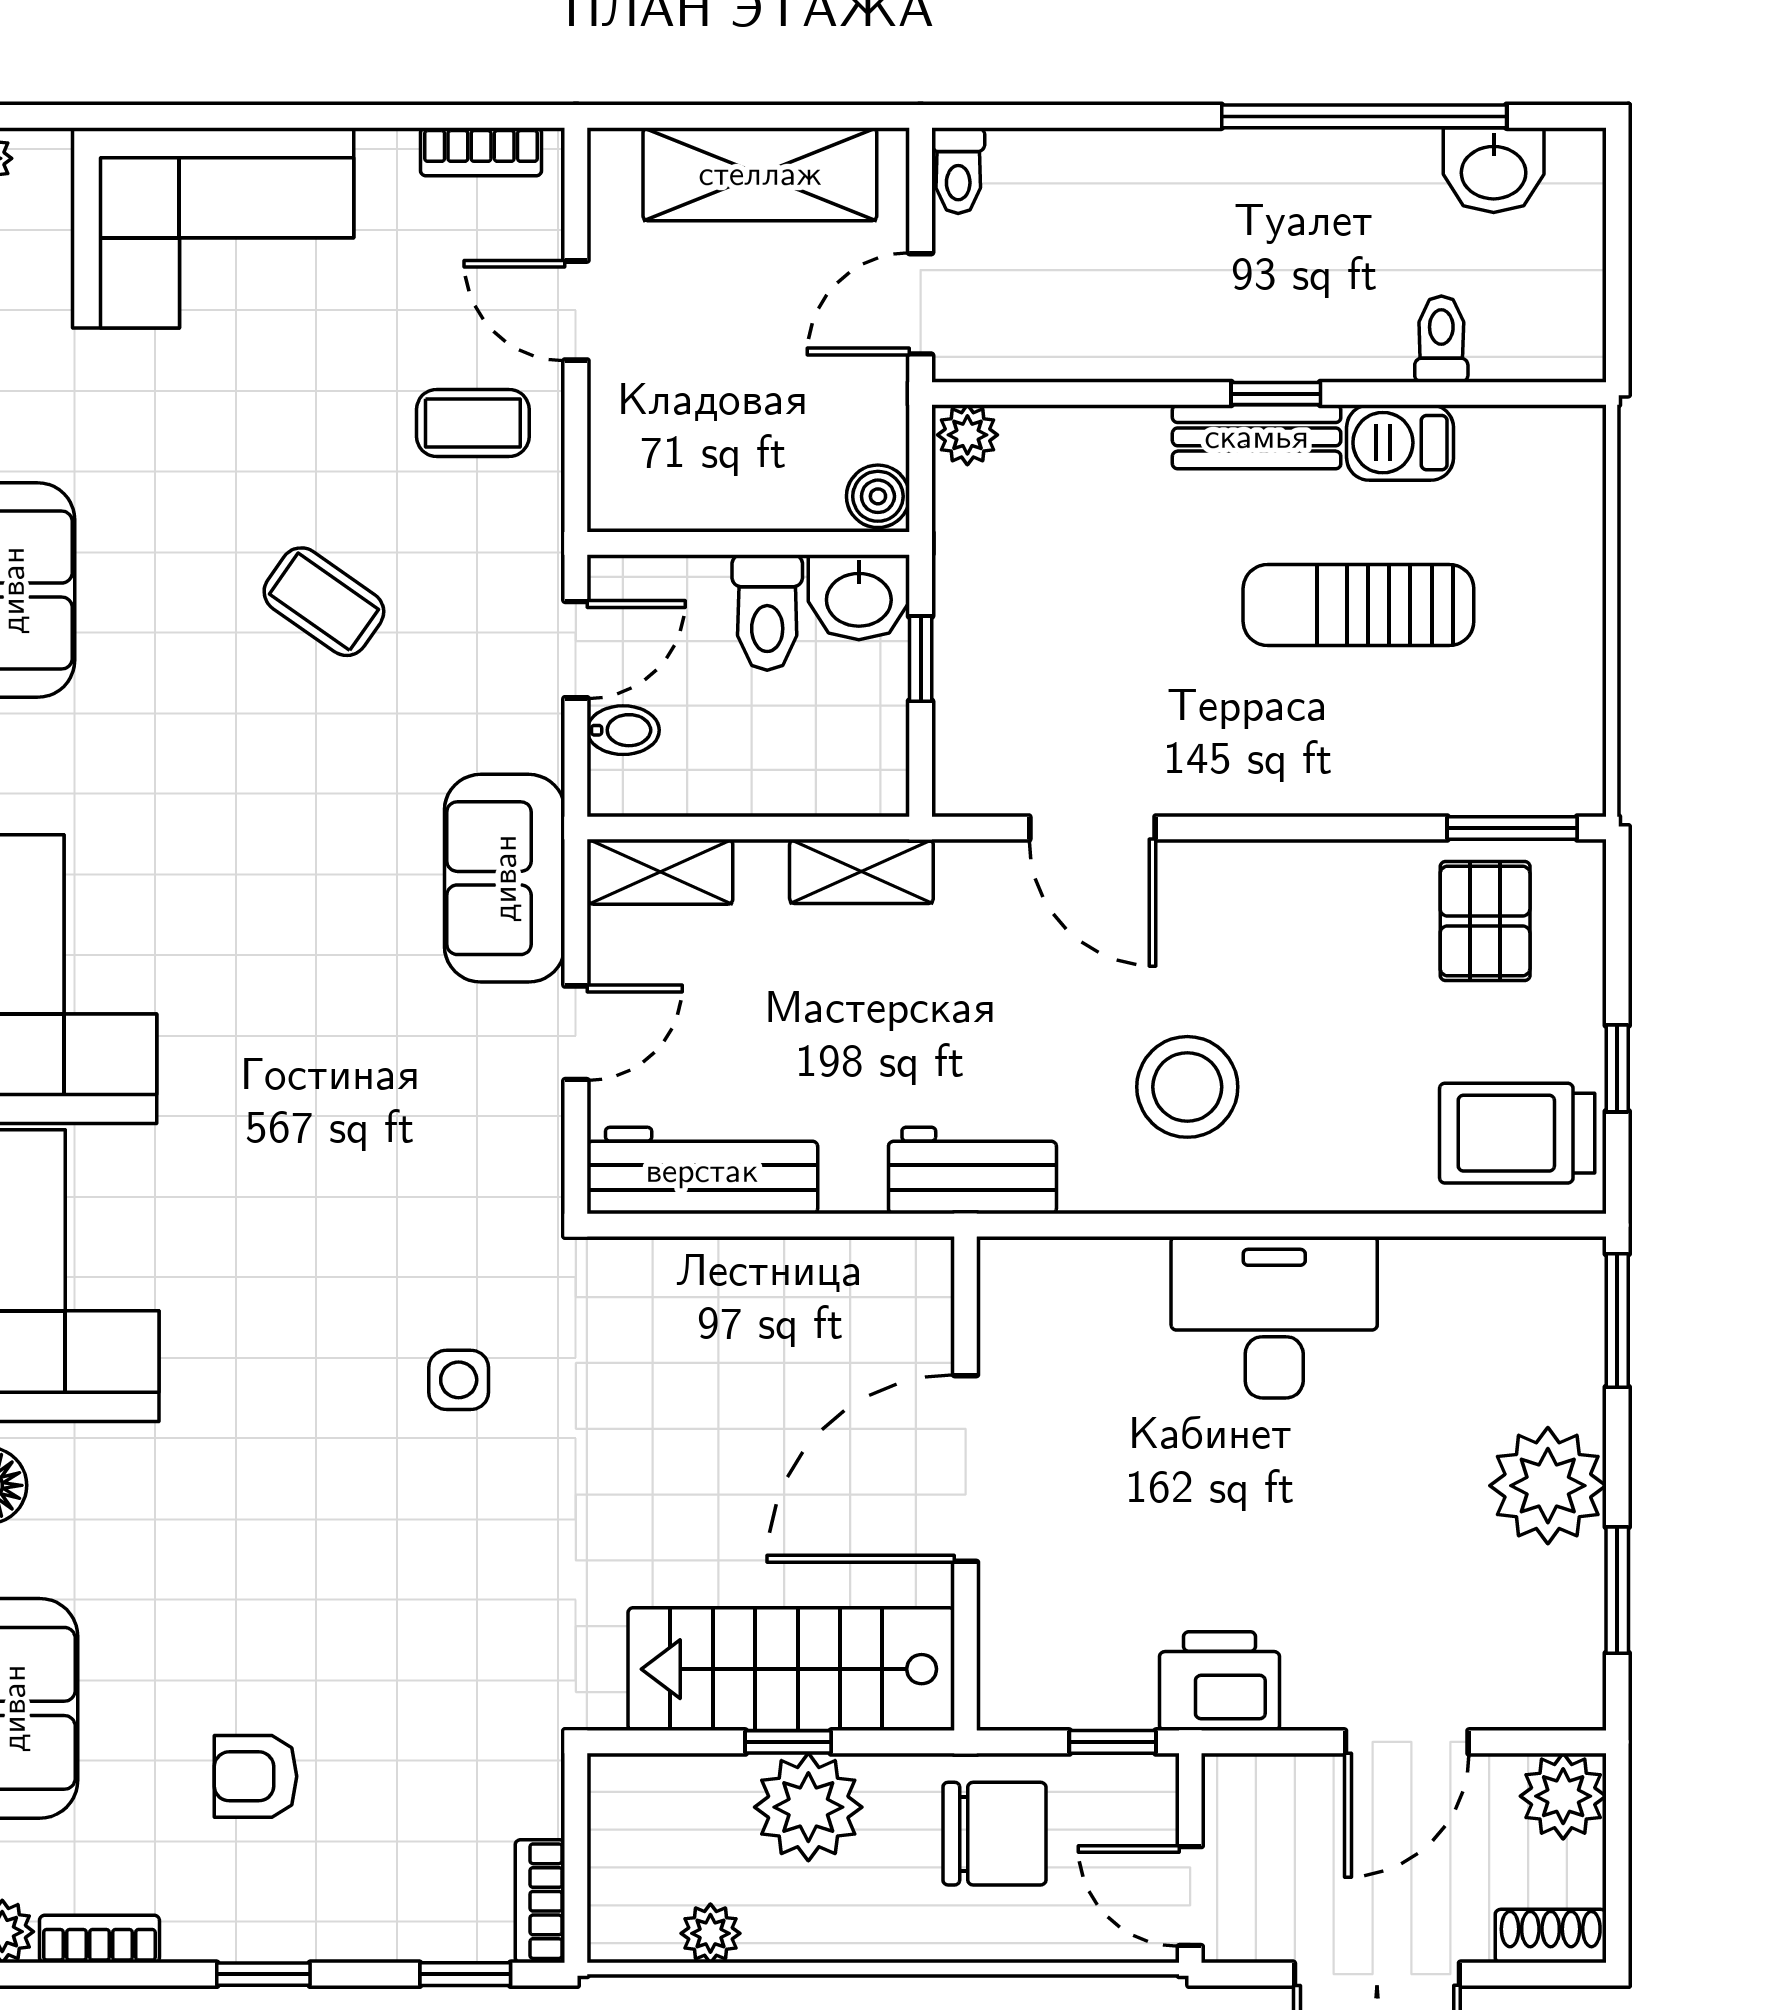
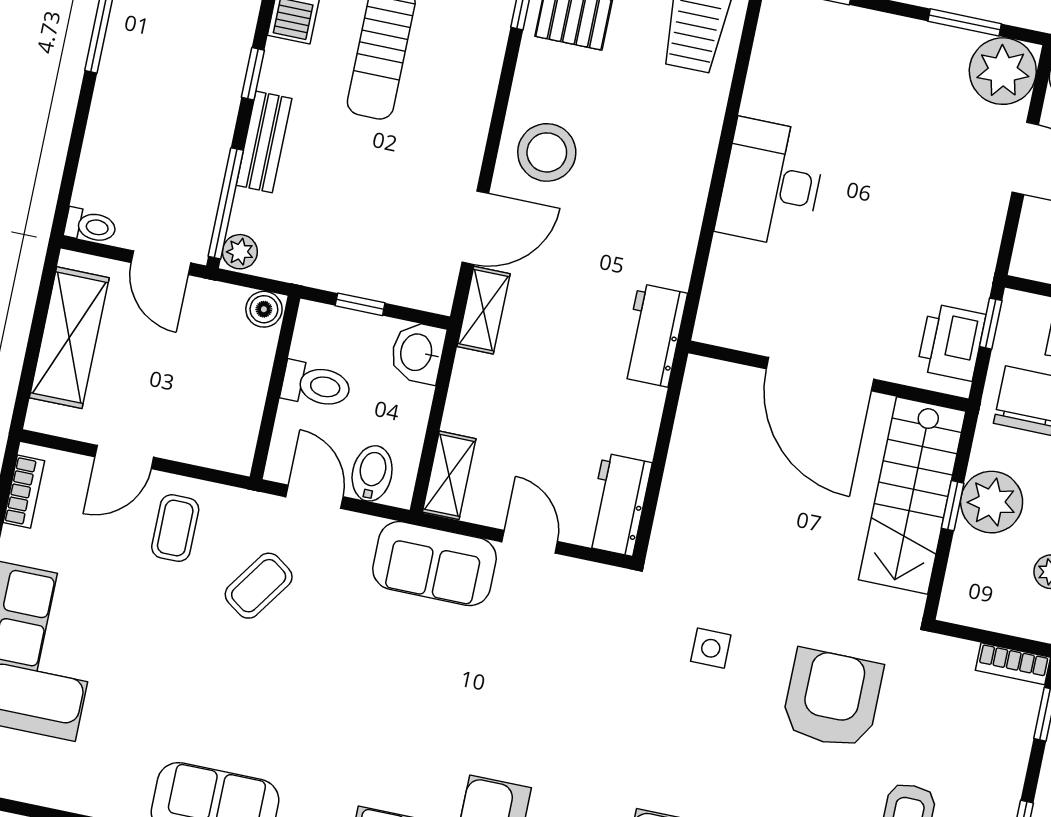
window: (1045, 394) -> (226, 203), added
bench: (1257, 437) -> (264, 142), moved
washbasin: (859, 597) -> (418, 353), moved, turned 180
coffee table: (324, 602) -> (259, 586), moved
bidet: (623, 730) -> (372, 473), width x1.38, depth x1.36
shelving: (861, 871) -> (484, 310), moved
stool: (1187, 1087) -> (547, 152), moved
workbench: (702, 1171) -> (618, 504), width x0.73
plant: (1548, 1486) -> (1003, 71), moved
armchair: (416, 1605) -> (832, 699), added
printer: (1220, 1681) -> (951, 342), moved

